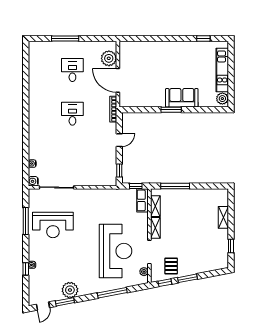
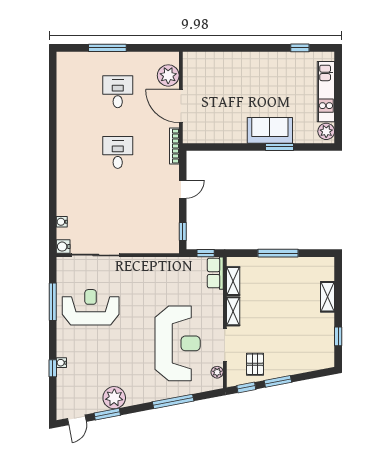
window: (171, 110) -> (280, 147), moved
window: (175, 186) -> (278, 253), moved
reception desk: (53, 225) -> (91, 307), turned 180

